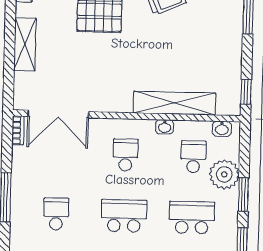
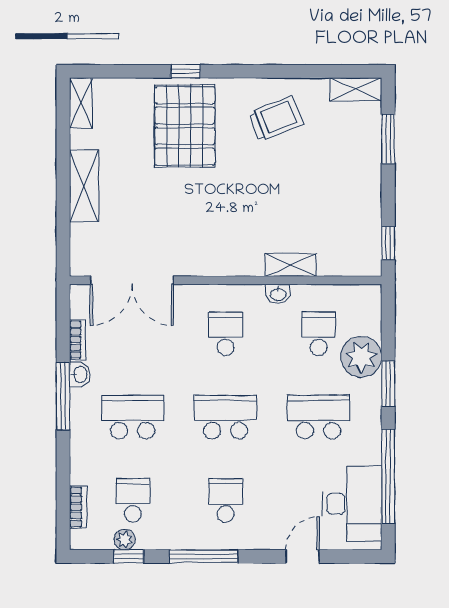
shelving: (174, 103) -> (291, 265), width x0.45, depth x0.75
washbasin: (222, 129) -> (80, 374), moved, turned -90
bookcase: (18, 130) -> (77, 340), moved
school desk: (56, 214) -> (133, 417), width x1.85

